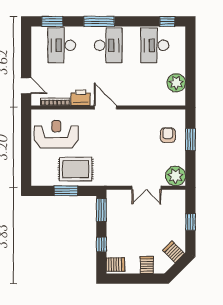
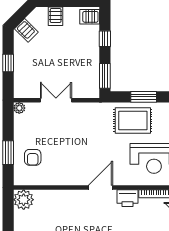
plant: (176, 83) -> (24, 200), moved
door: (105, 107) -> (100, 188), swing flipped
plant: (176, 176) -> (19, 108), width x0.53, depth x0.53

